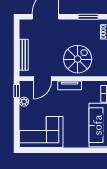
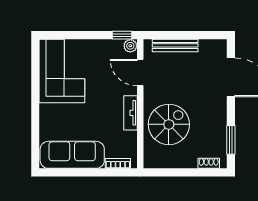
spiral stairs: (78, 59) -> (169, 124), turned -90
plant: (24, 102) -> (130, 46), moved

